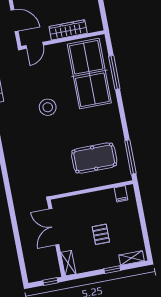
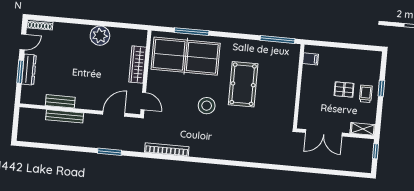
pool table: (94, 158) -> (243, 84), moved
trolley: (103, 256) -> (366, 94), added
shelving: (132, 258) -> (375, 66), removed

